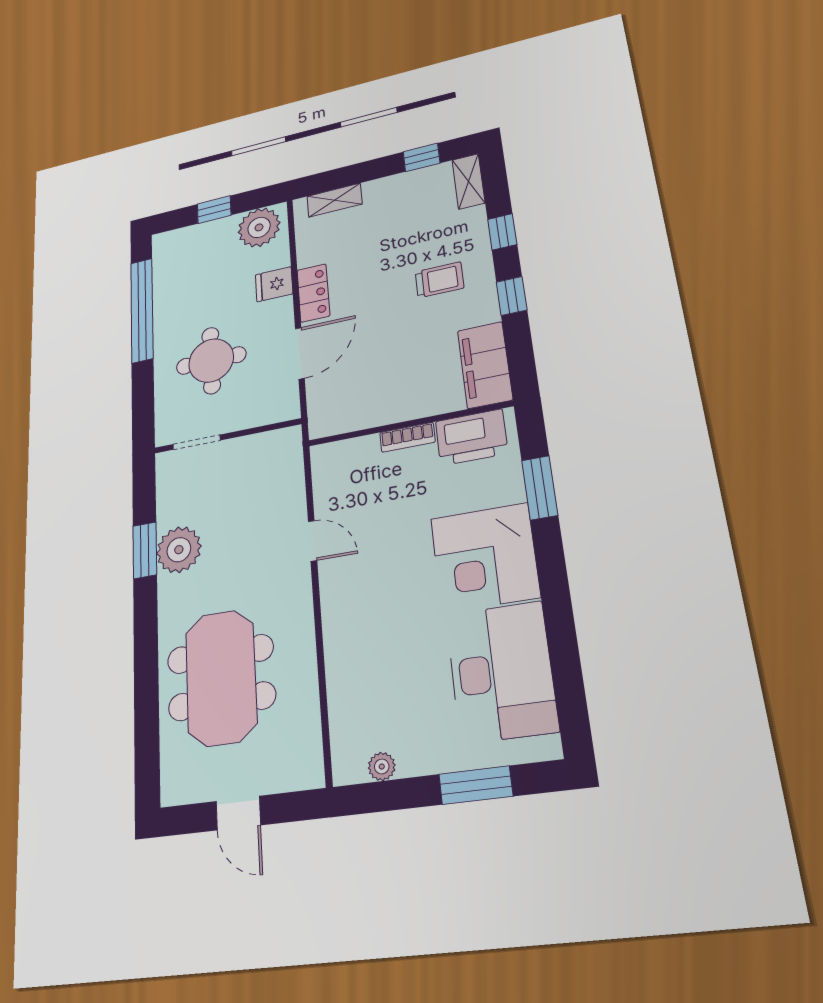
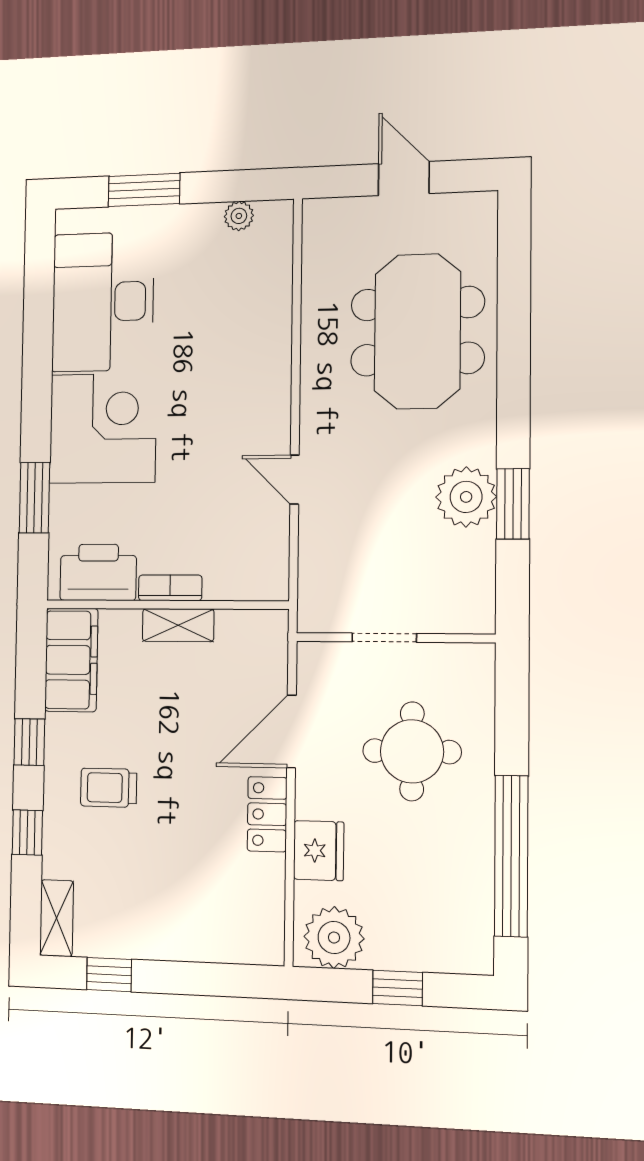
shelving: (334, 200) -> (178, 625), moved
fridge: (274, 284) -> (319, 851), width x1.38
doorway: (197, 442) -> (384, 638), moved

